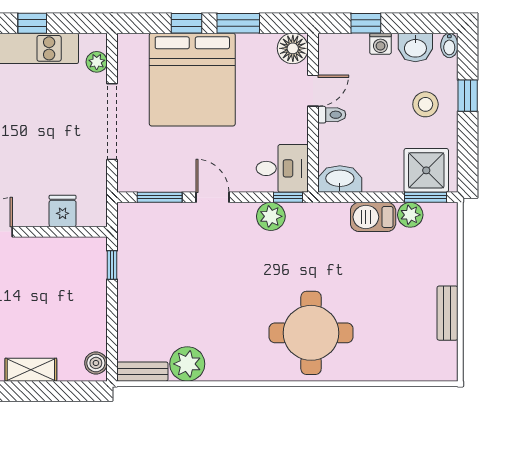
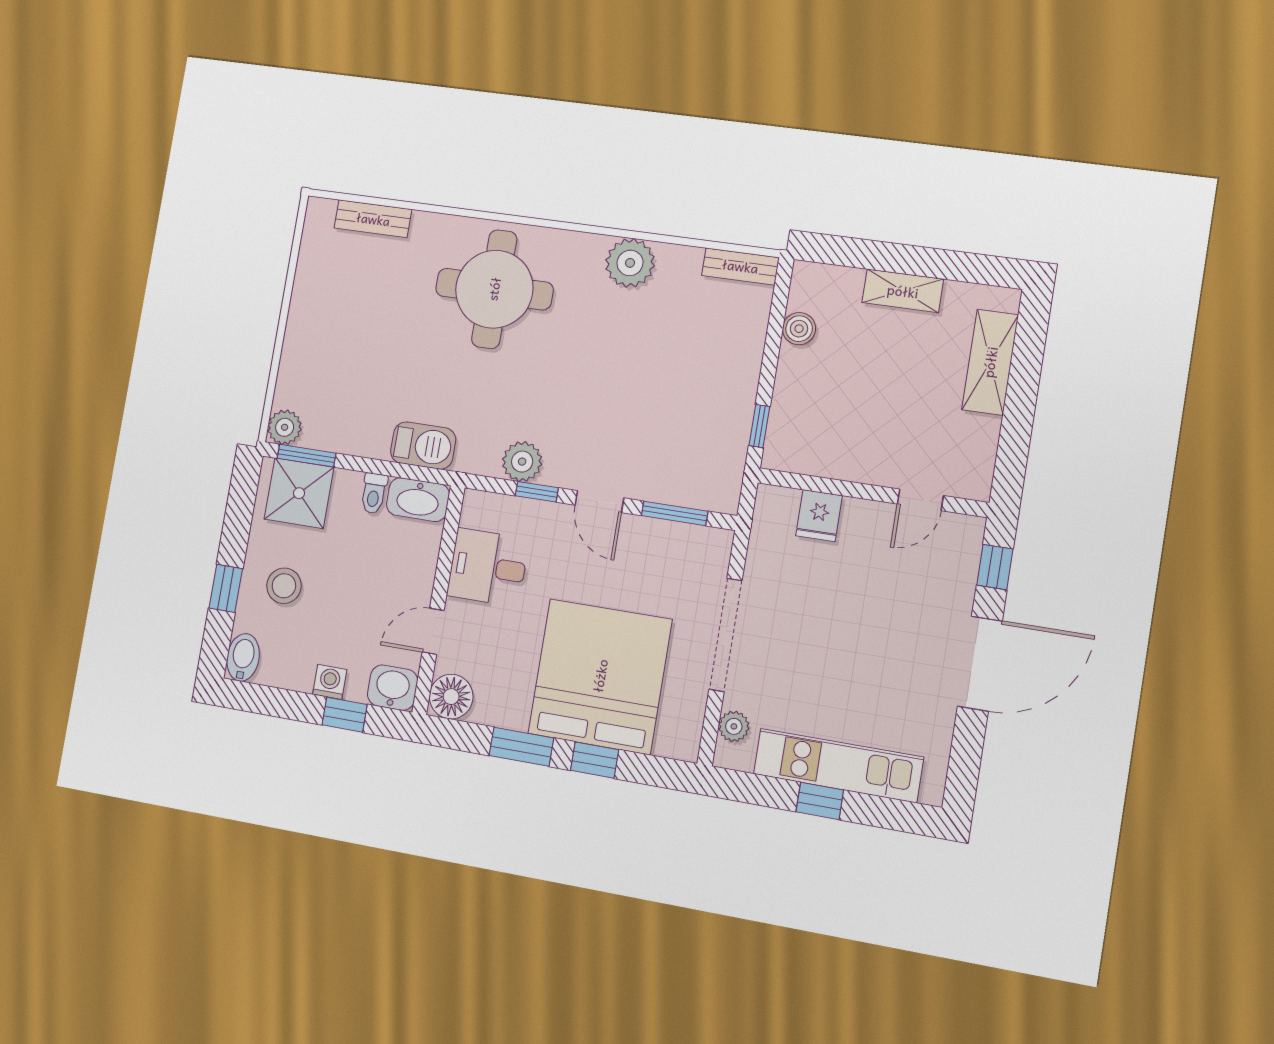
bidet: (449, 45) -> (243, 657), width x1.38, depth x1.36
washbasin: (415, 47) -> (393, 688), moved
toilet: (332, 115) -> (374, 493), moved, turned -90
desk: (282, 168) -> (488, 567), moved
window: (288, 197) -> (537, 492), moved
plant: (410, 215) -> (285, 427), moved
barbecue: (373, 217) -> (423, 446), moved
bench: (447, 313) -> (373, 219), moved, turned 90
boiler: (96, 363) -> (799, 329), moved
plant: (187, 364) -> (630, 263), moved

